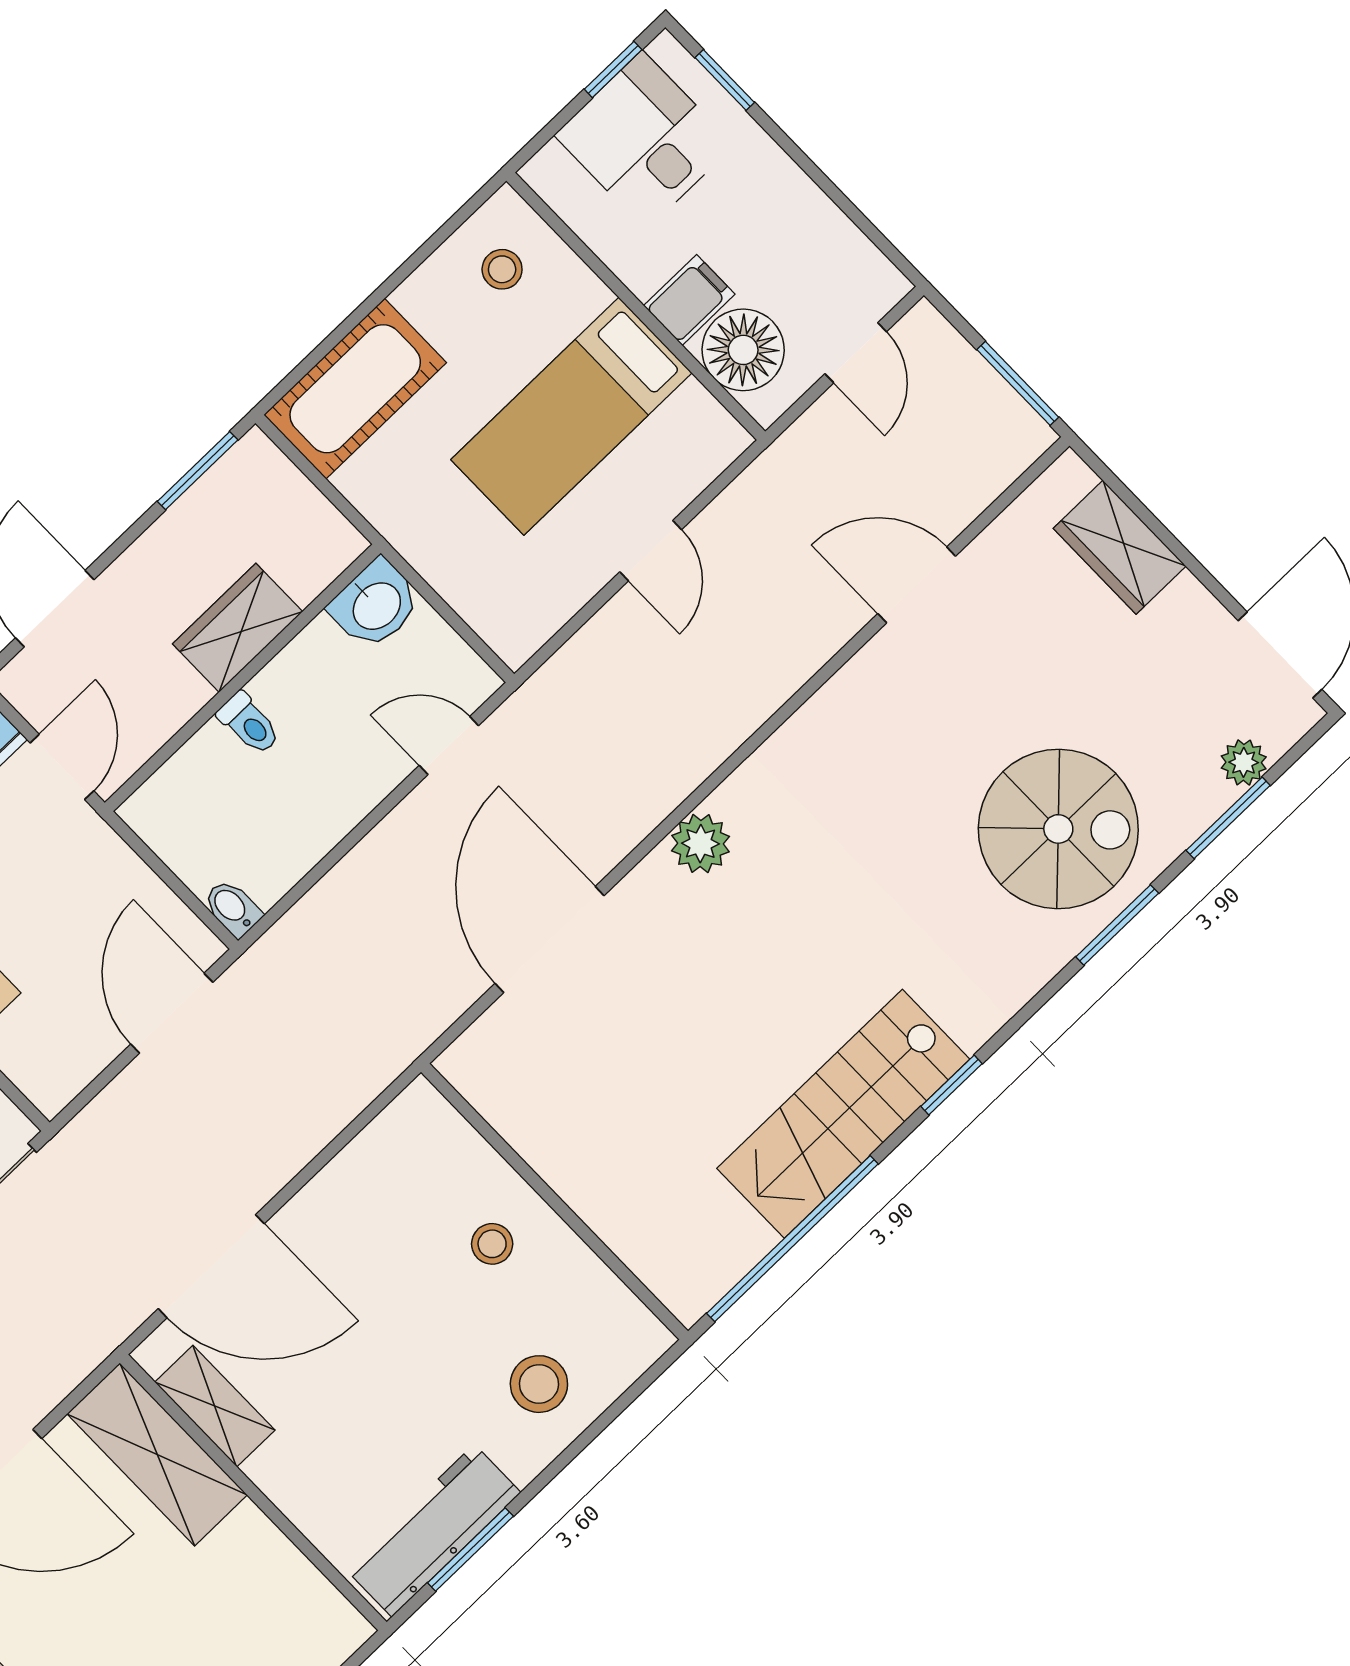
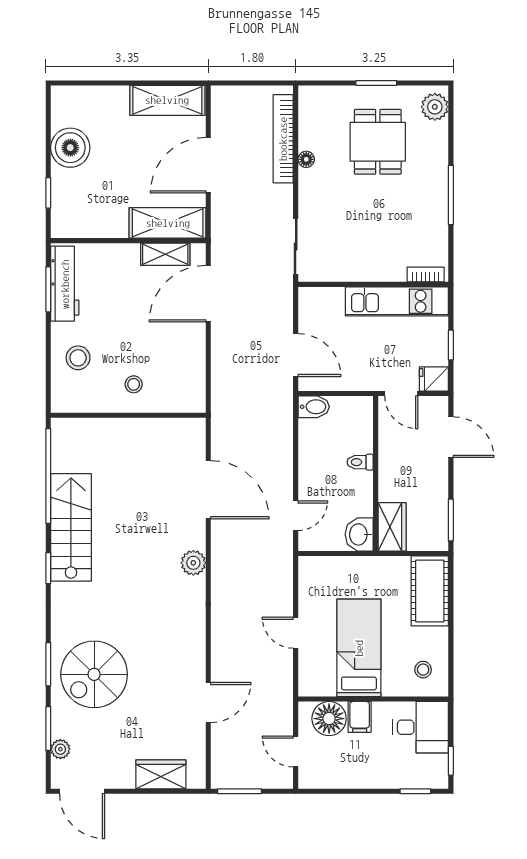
desk: (644, 140) -> (421, 727), moved
wardrobe: (238, 628) -> (392, 527), moved
bidet: (232, 908) -> (314, 407), width x1.38, depth x1.36

